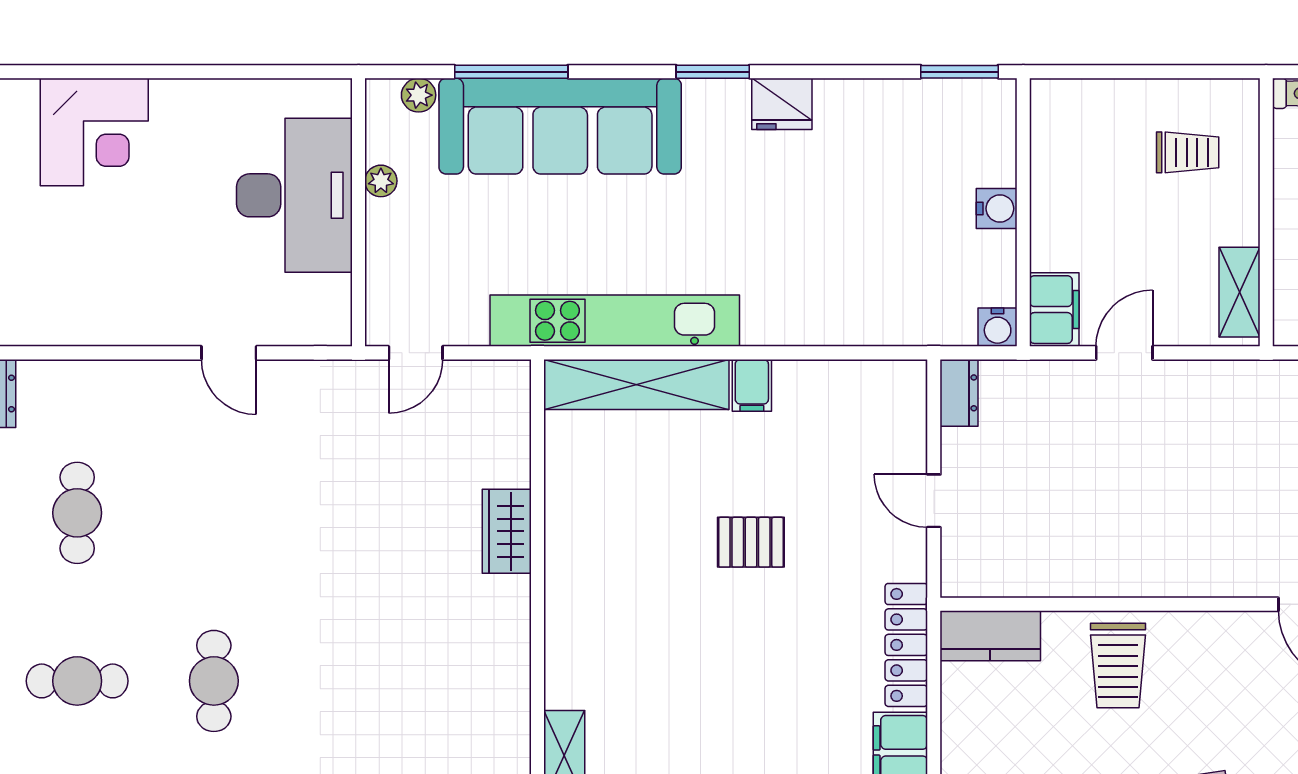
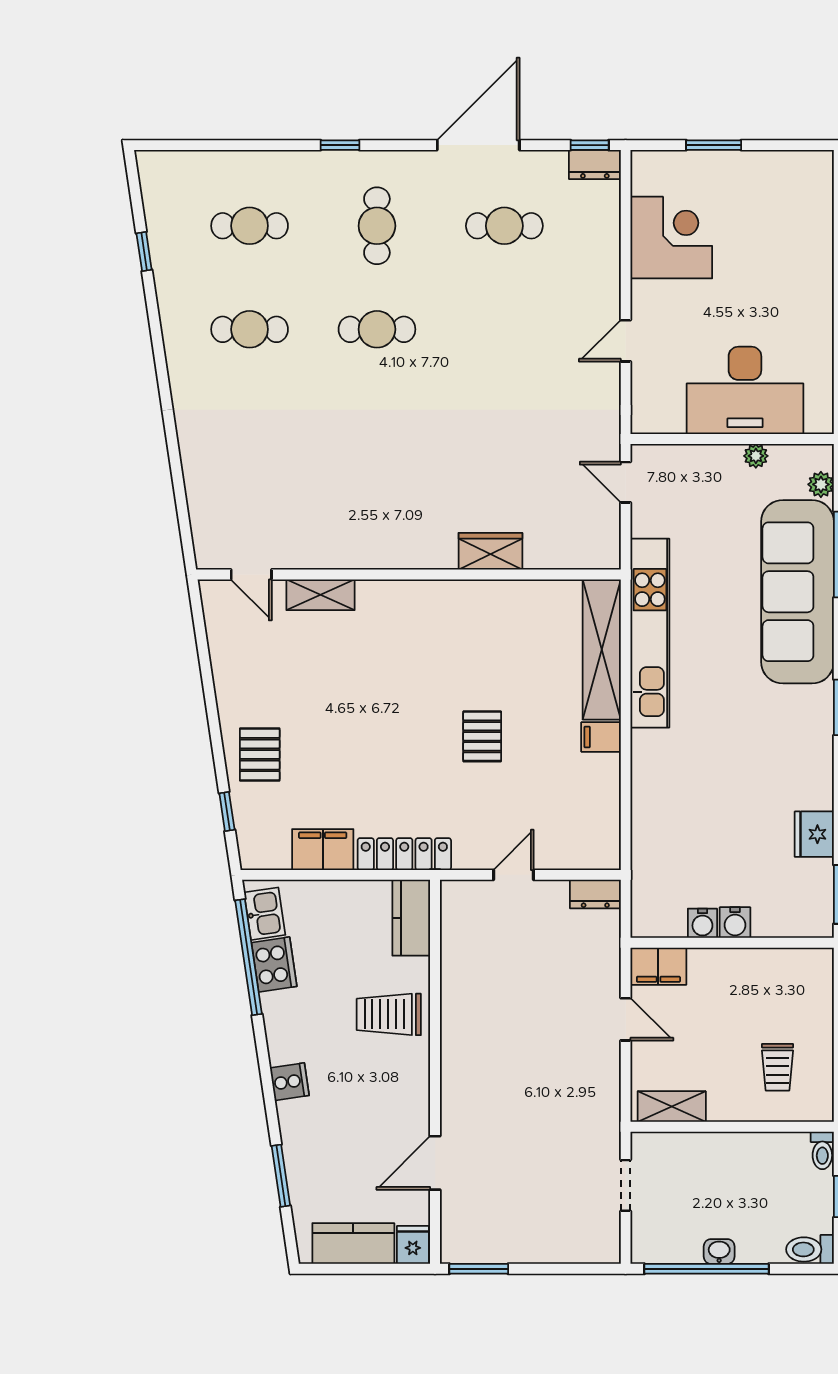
fridge: (782, 104) -> (814, 834), moved
corner desk: (94, 132) -> (671, 238), moved, turned 180
water cooler: (998, 327) -> (702, 923), moved, turned -90

